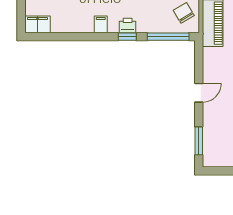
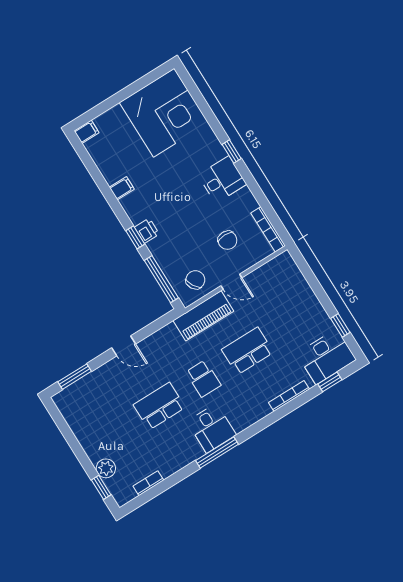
filing cabinet: (37, 24) -> (87, 132), width x0.50
filing cabinet: (101, 24) -> (122, 188), moved

